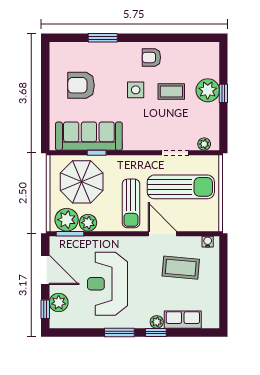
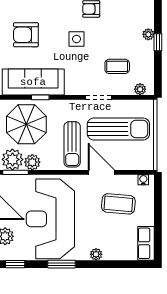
plant: (208, 90) -> (148, 34), width x0.53, depth x0.53
coffee table: (171, 92) -> (117, 66), moved
doorway: (175, 153) -> (98, 97), moved
reception desk: (107, 284) -> (50, 219), width x1.36, depth x1.30
row of seats: (183, 320) -> (146, 243), moved, turned -90
window: (156, 332) -> (15, 264), moved

